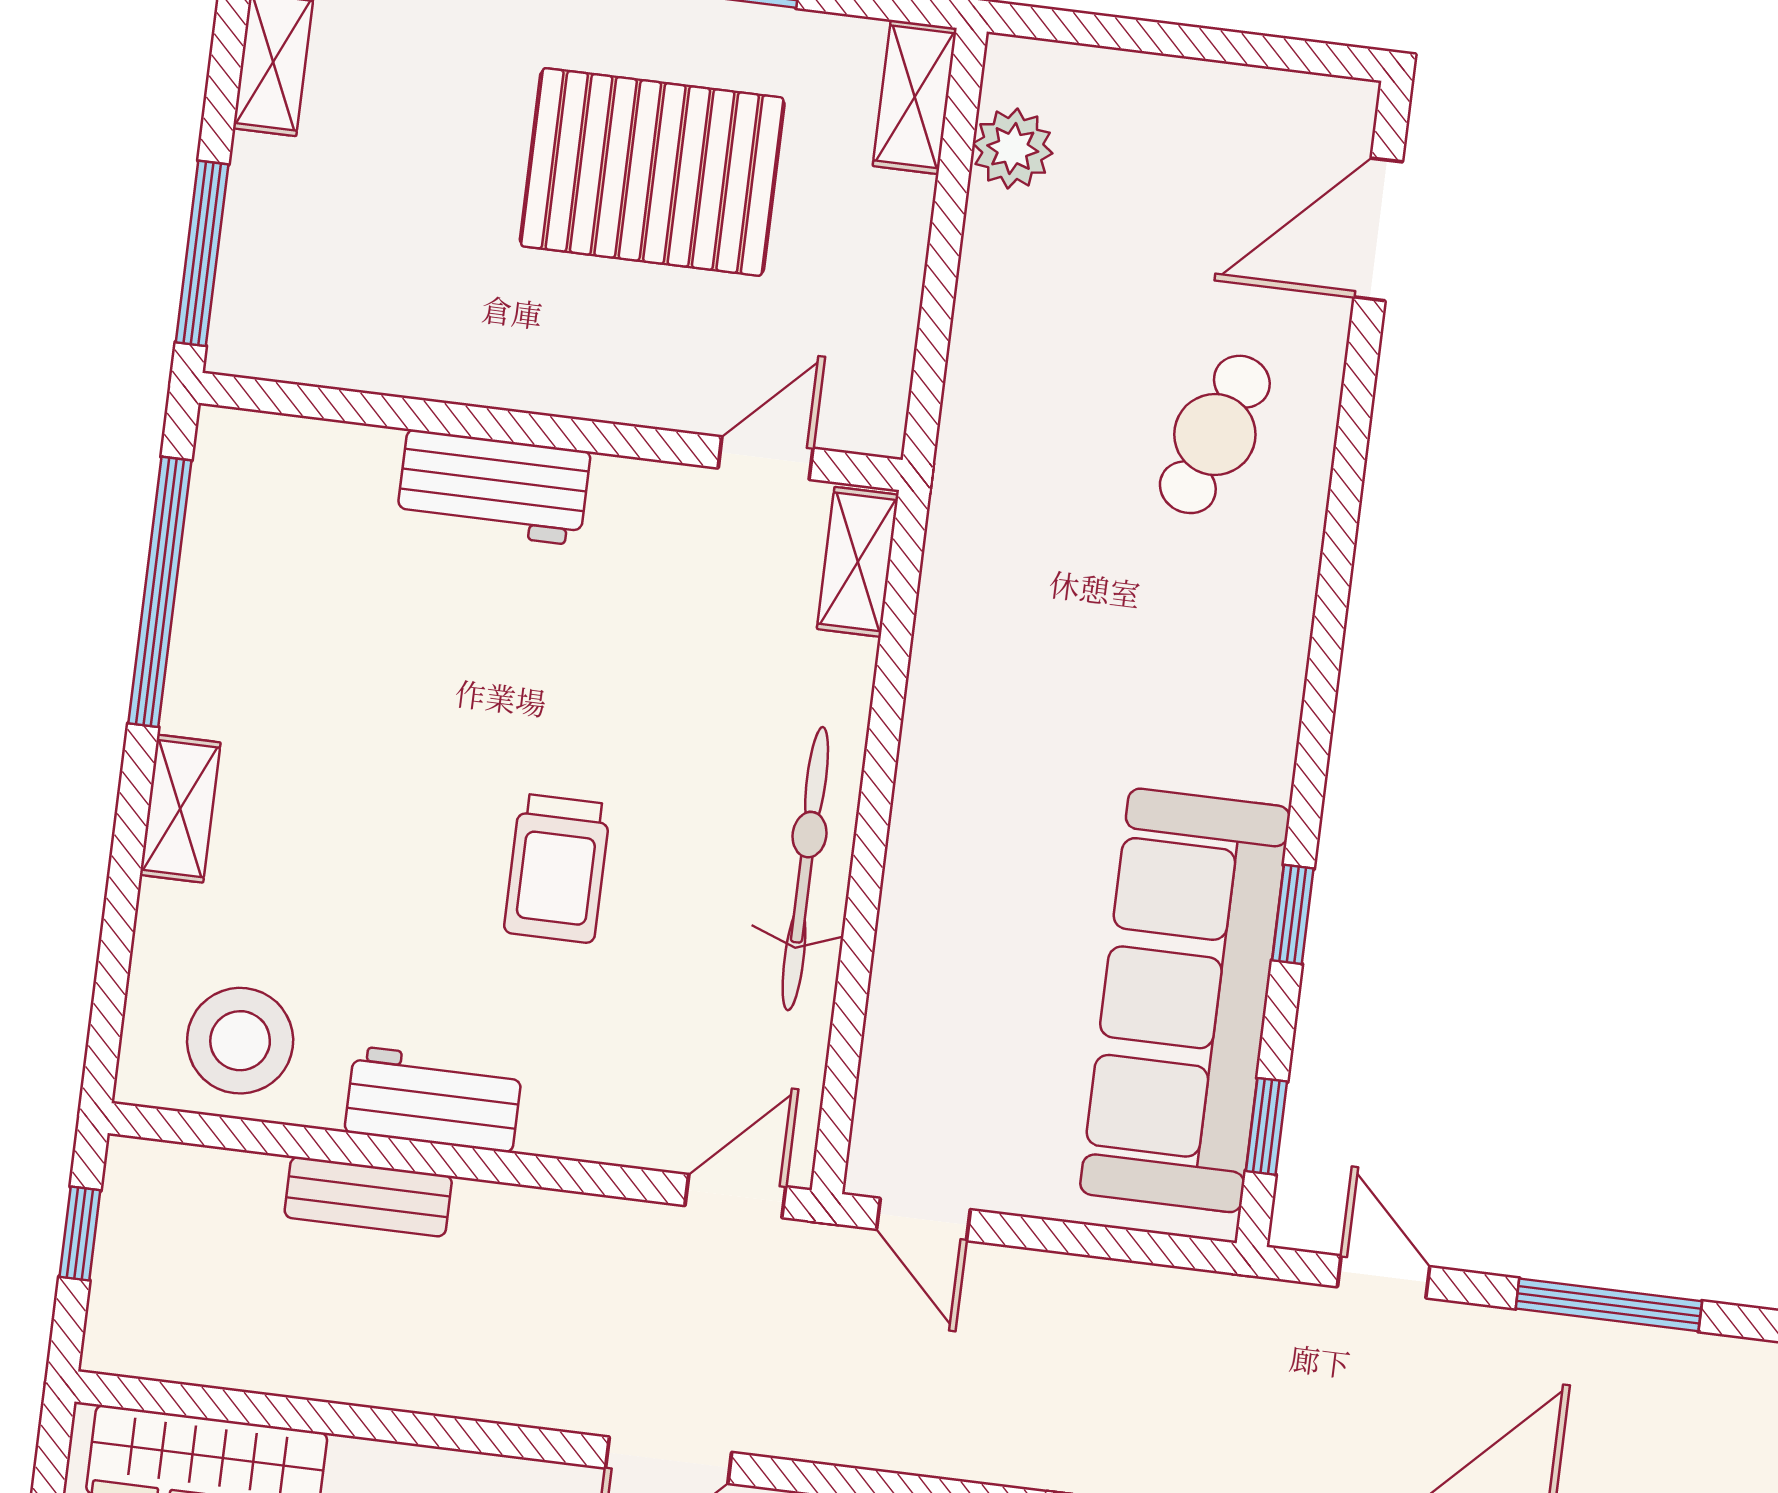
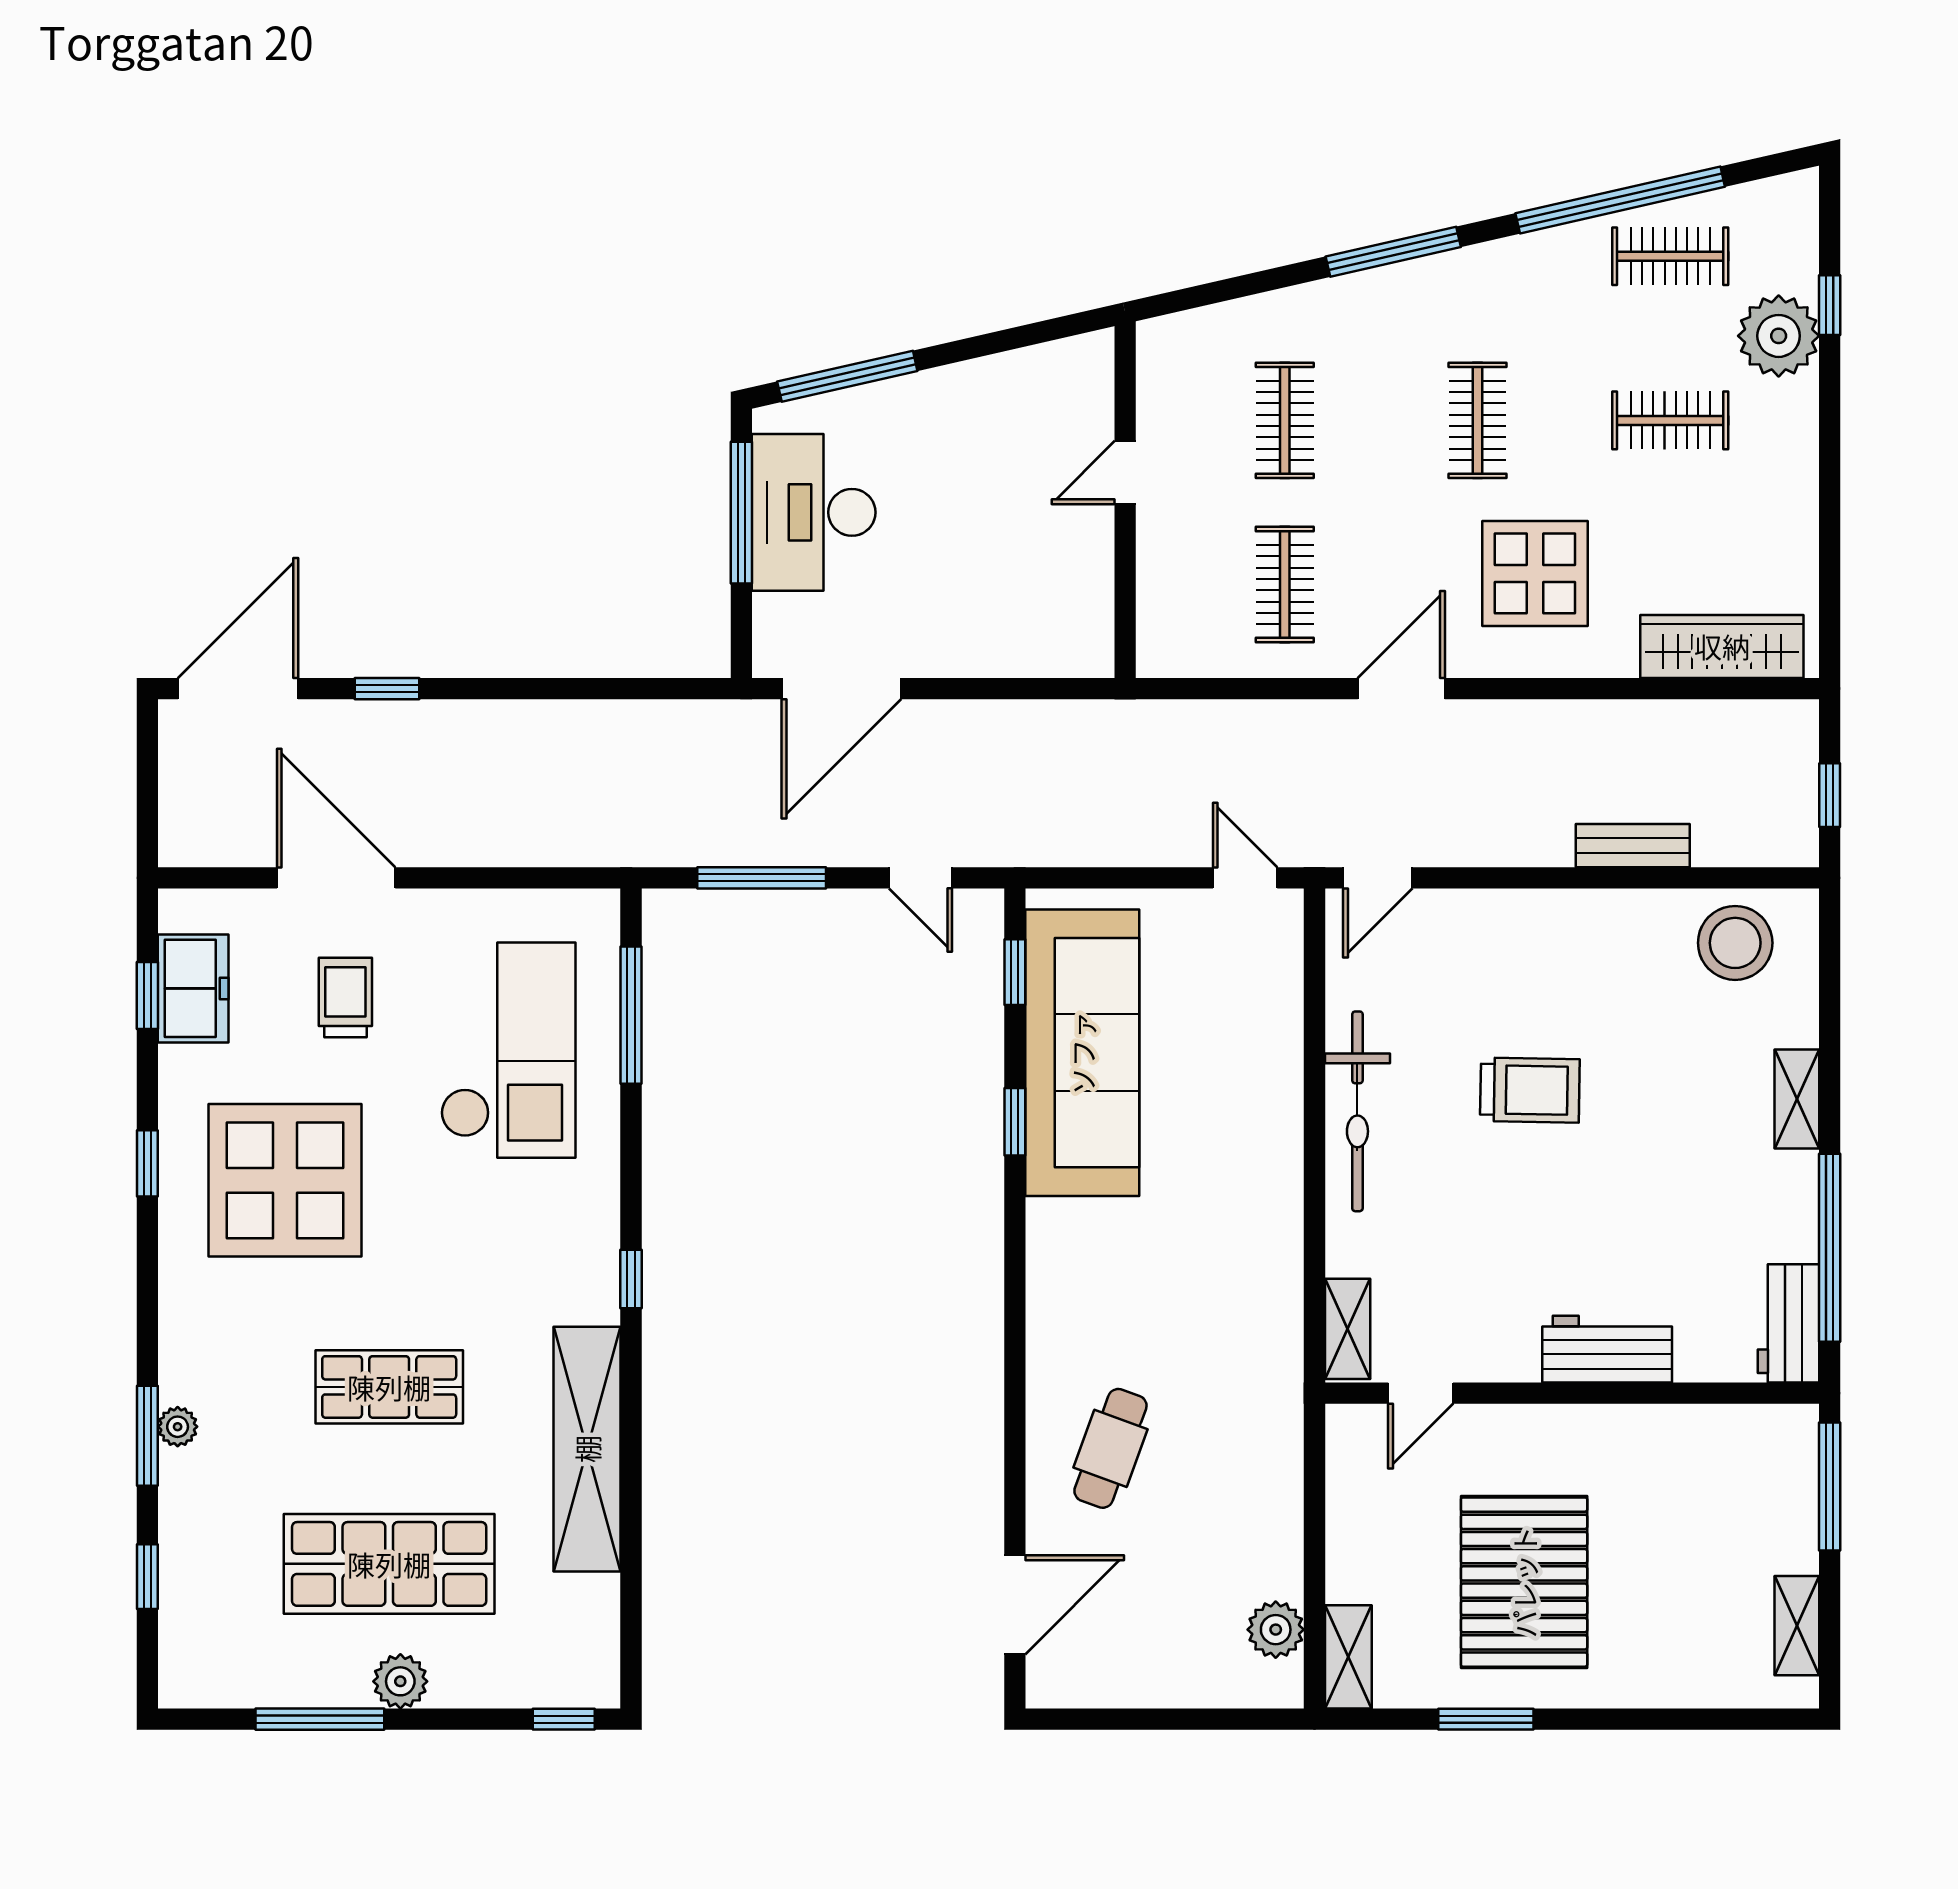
pallet: (652, 172) -> (1524, 1582), turned 90
trolley: (557, 868) -> (1530, 1090), turned 91
workbench: (434, 1099) -> (1789, 1323), moved, turned 90

